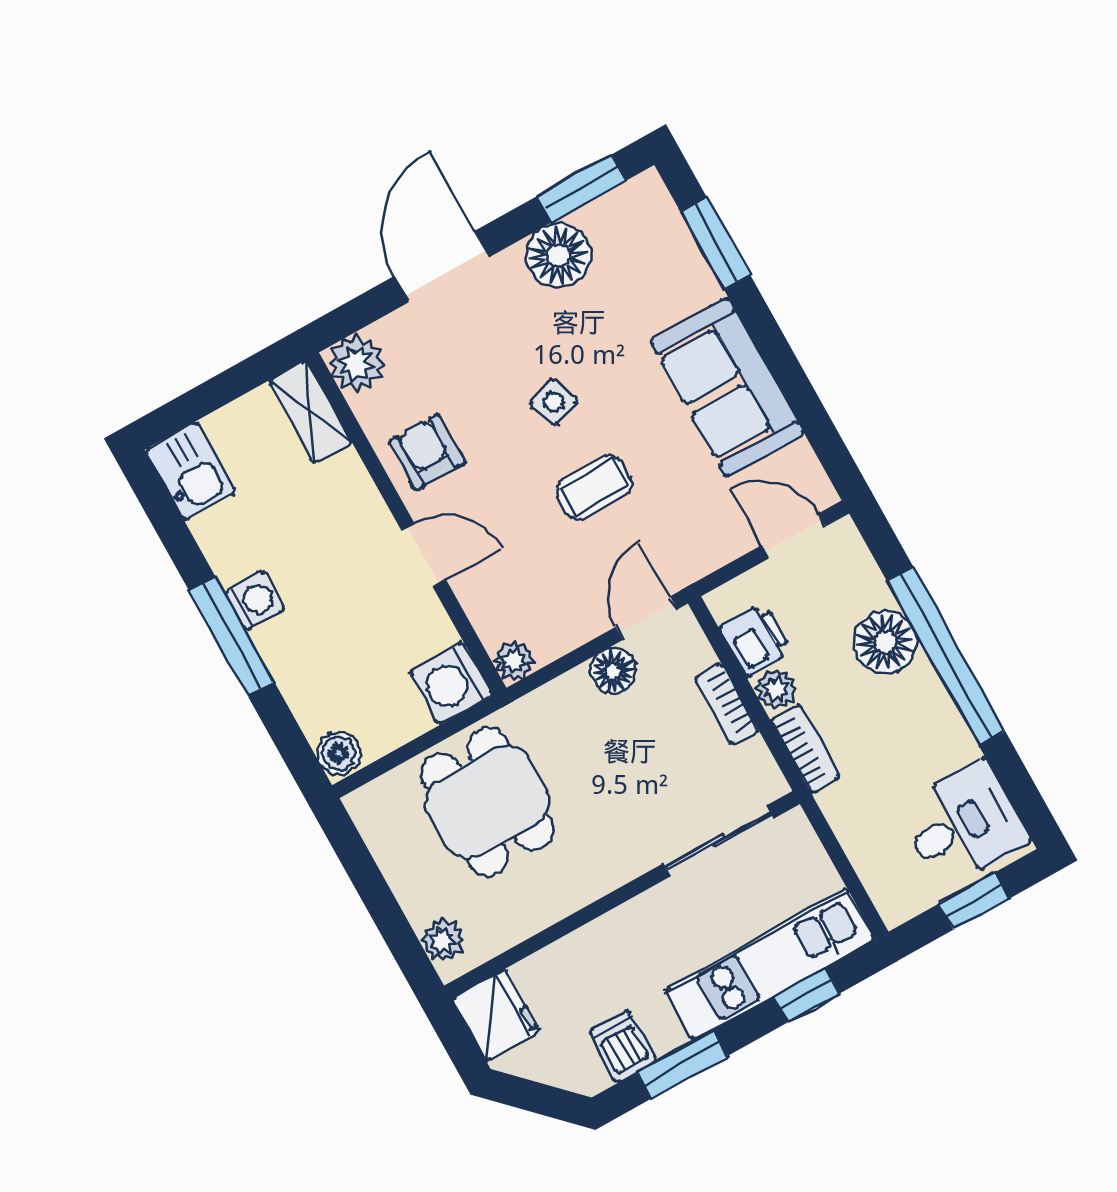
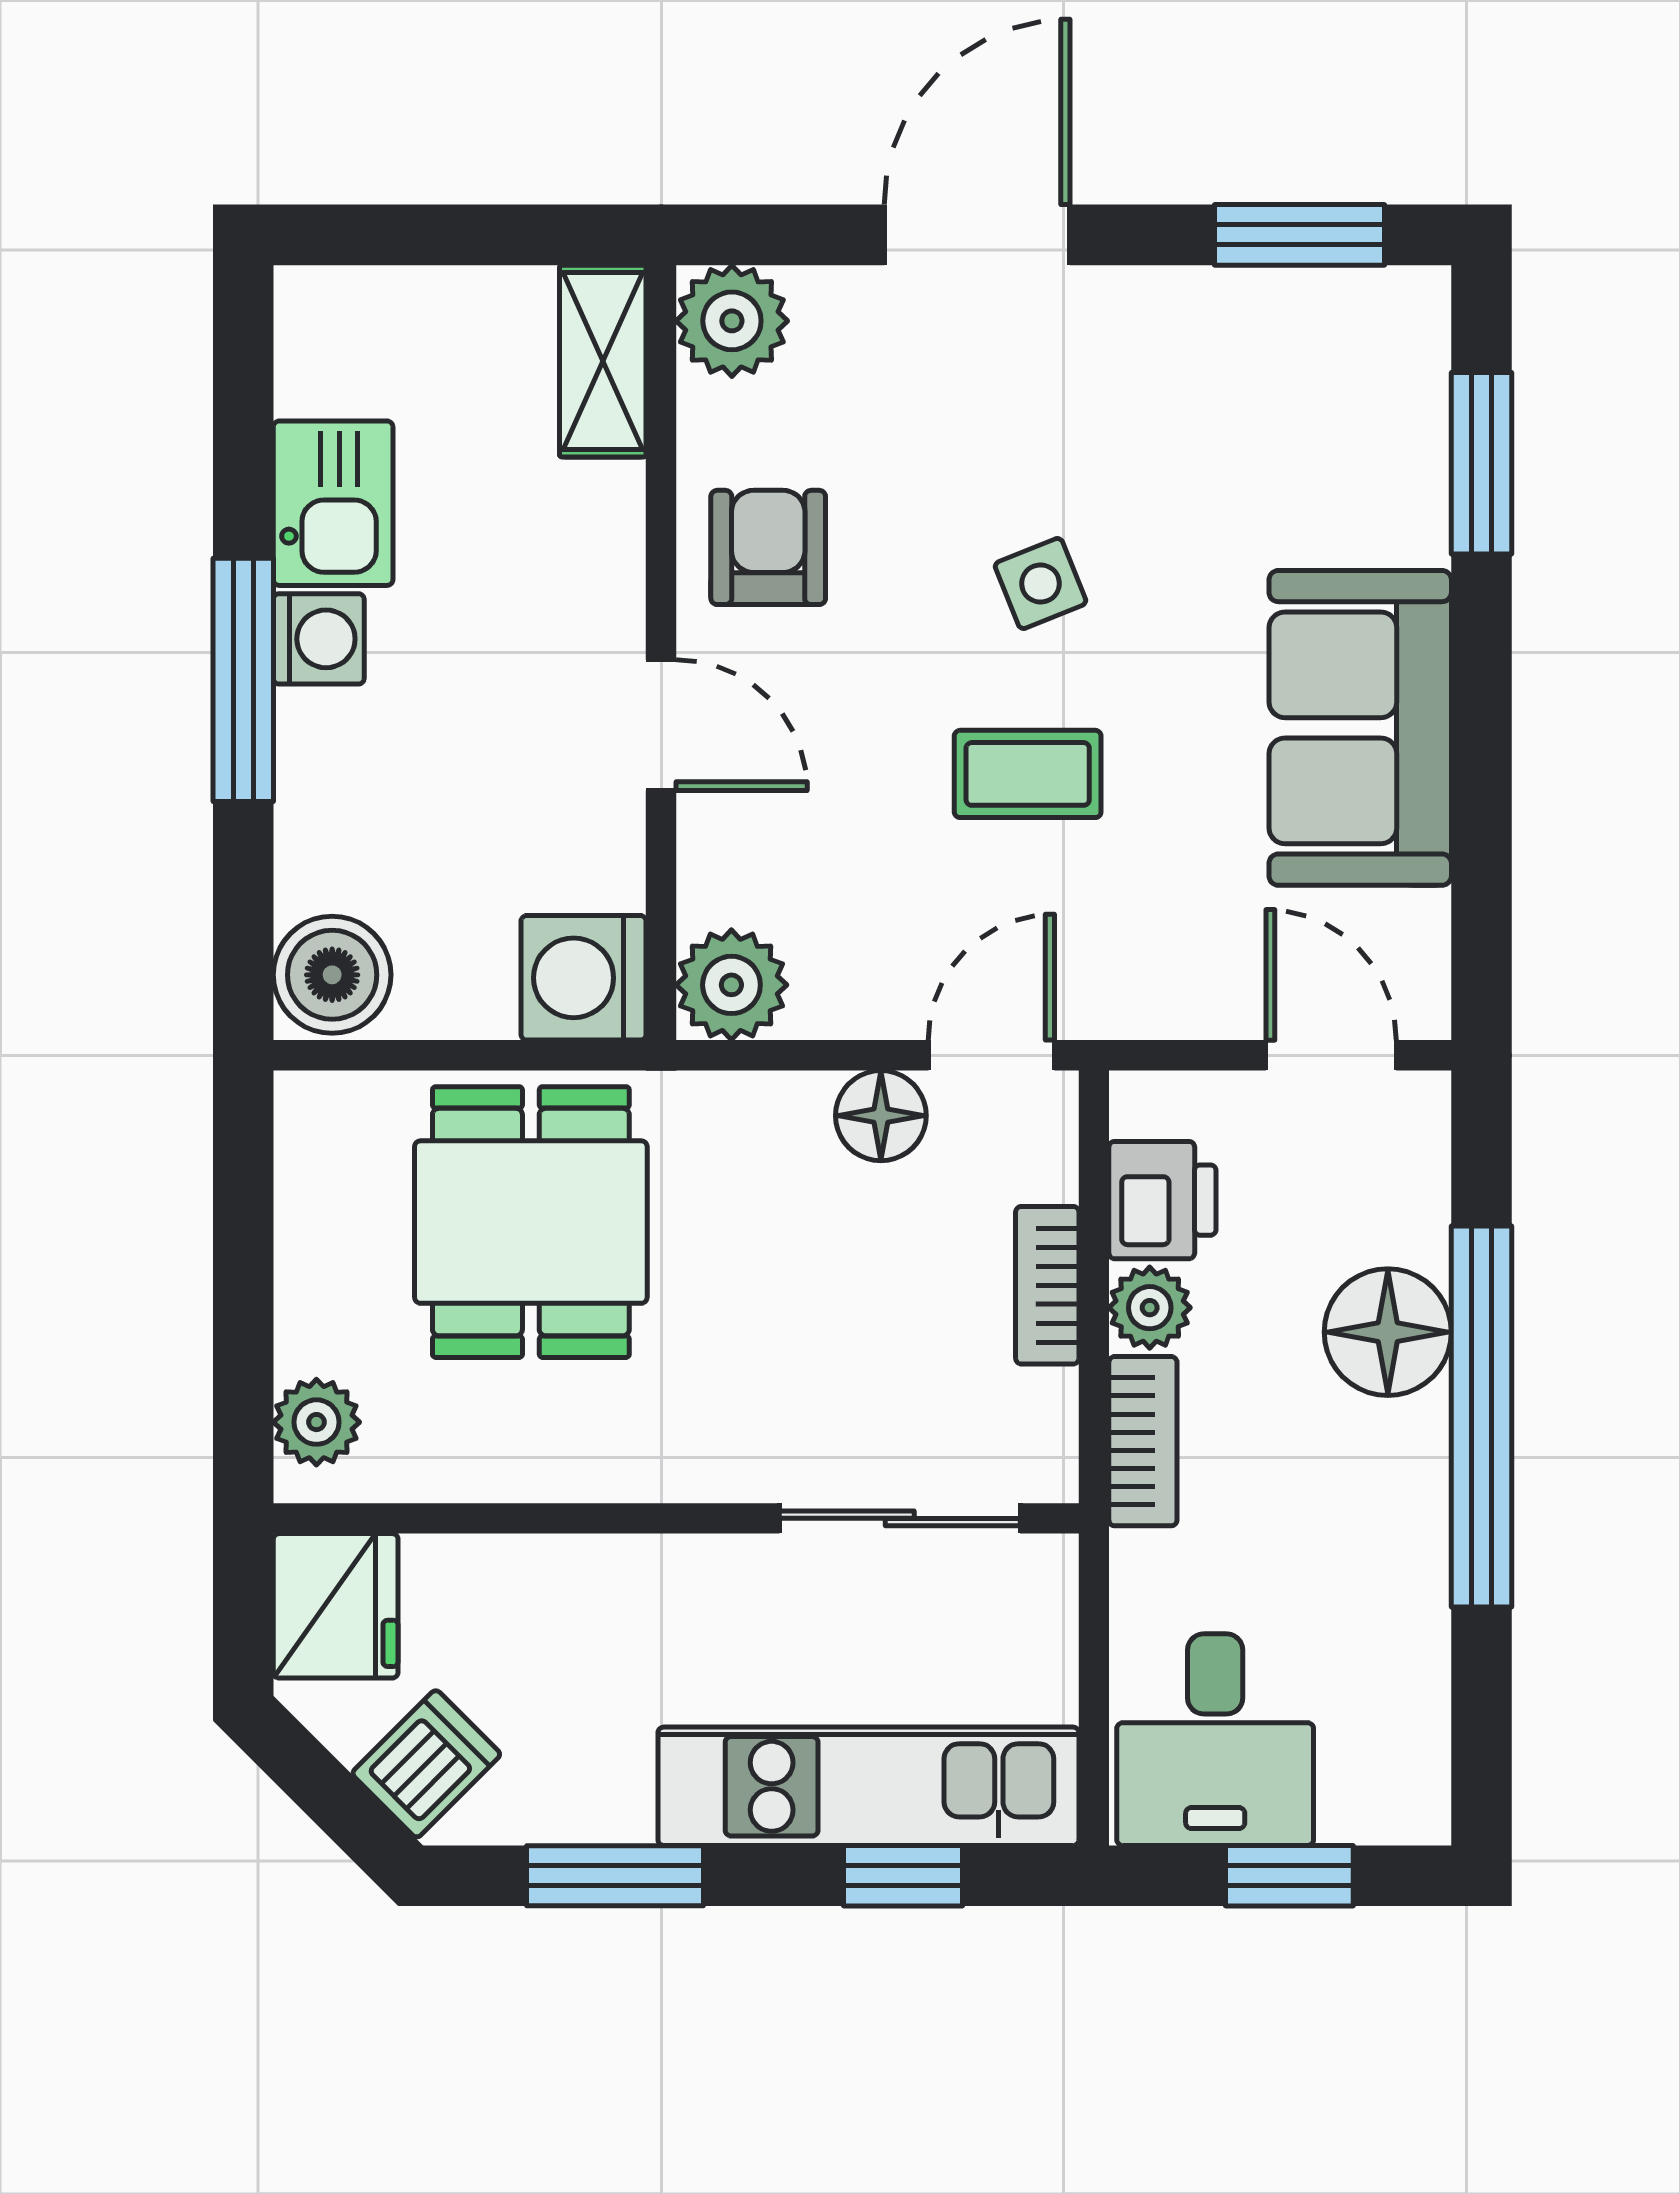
floor lamp: (558, 255) -> (1193, 330), removed
kitchen sink: (190, 471) -> (333, 503), moved
plant: (514, 661) -> (731, 985), width x1.38, depth x1.38
boiler: (339, 753) -> (332, 975), width x1.36, depth x1.36
desk: (963, 825) -> (1215, 1740), moved, turned 90
dishwasher: (622, 1046) -> (426, 1764), moved, turned 45

